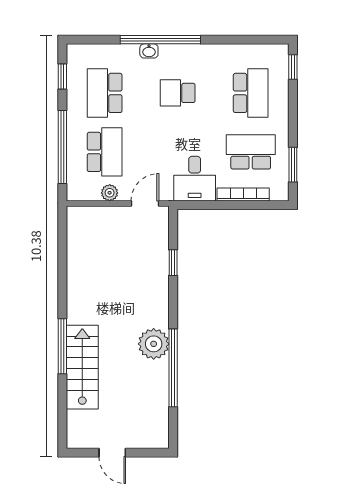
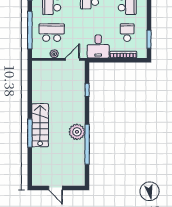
school desk: (105, 152) -> (52, 33), turned -90
school desk: (251, 152) -> (127, 33), width x0.54
stairs: (82, 367) -> (40, 125), moved

